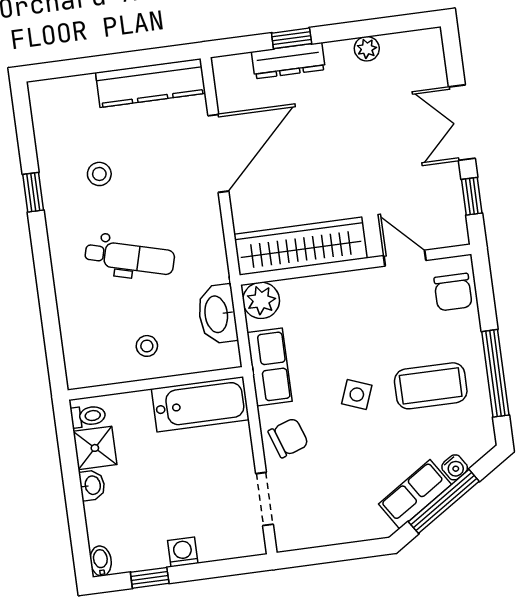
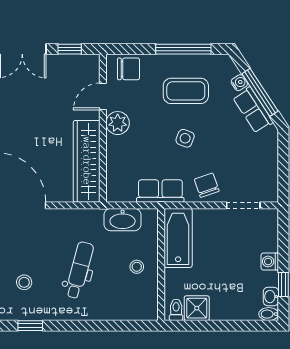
plant: (261, 300) -> (118, 123), moved
coffee table: (431, 386) -> (186, 91), turned 90
washbasin: (92, 485) -> (271, 297), moved, turned -90

